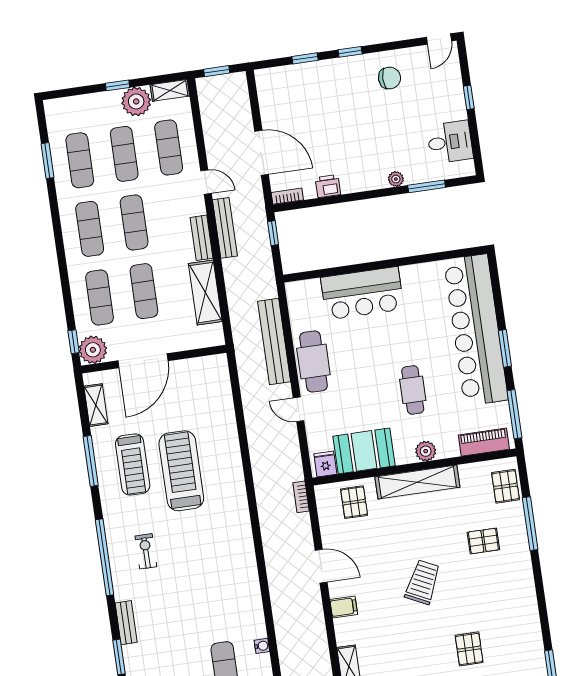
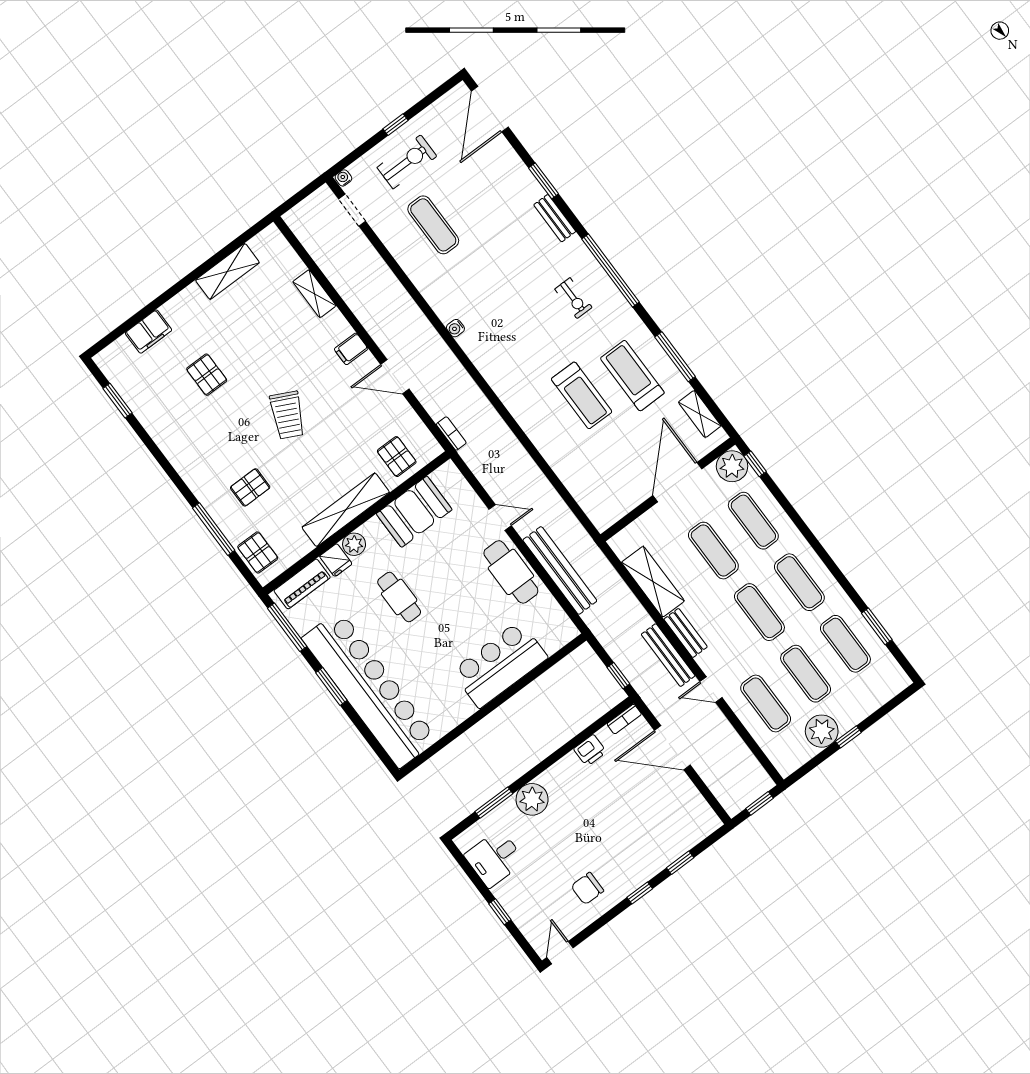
shelving: (170, 90) -> (795, 760), removed
plant: (396, 179) -> (532, 799), width x1.88, depth x1.88
fridge: (325, 464) -> (336, 560), moved
treadmill: (181, 471) -> (582, 395), width x0.73, depth x0.73
water cooler: (262, 646) -> (455, 328), moved

